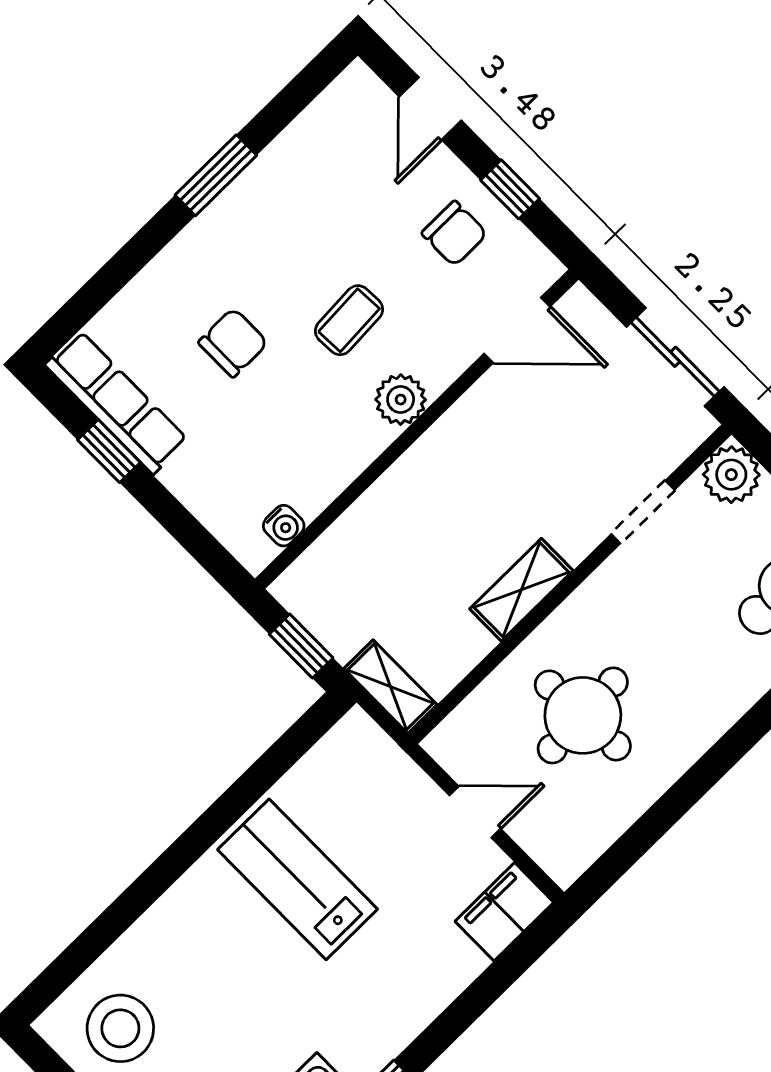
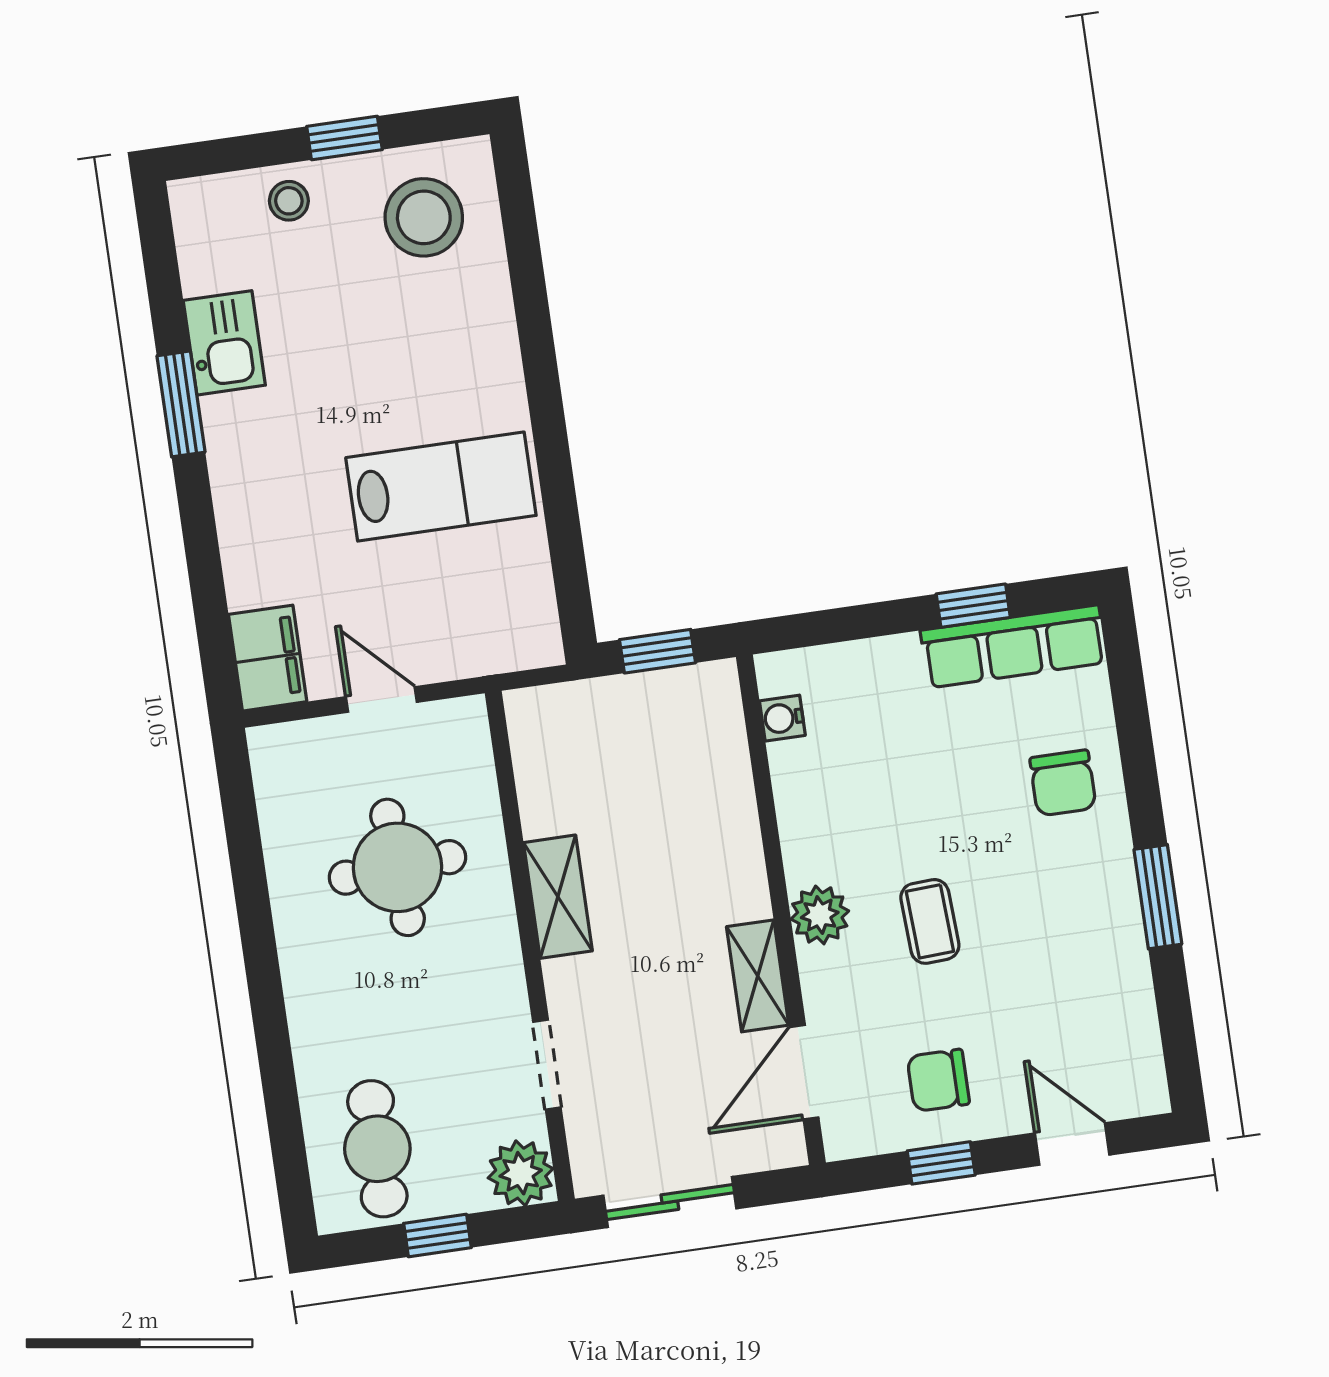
chair: (233, 343) -> (1063, 783), moved
shelving: (390, 687) -> (758, 976), moved, turned 90
door: (475, 812) -> (381, 700), swing flipped

